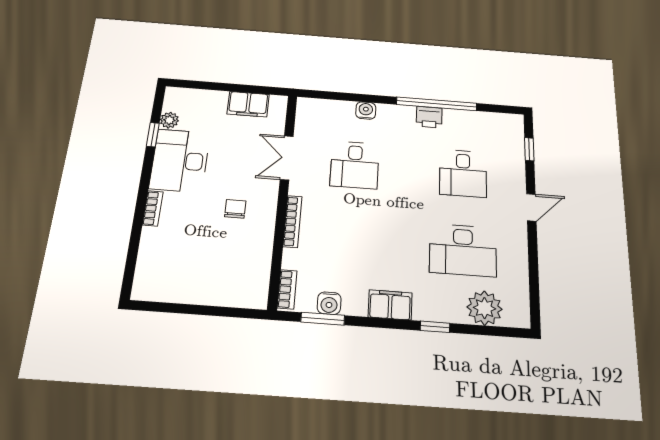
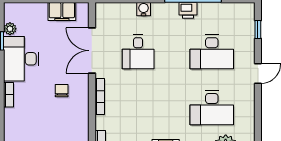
double door: (287, 158) -> (92, 51), width x1.37
desk: (463, 173) -> (212, 52), width x1.37

